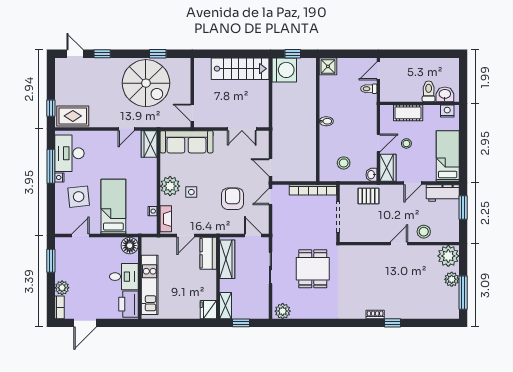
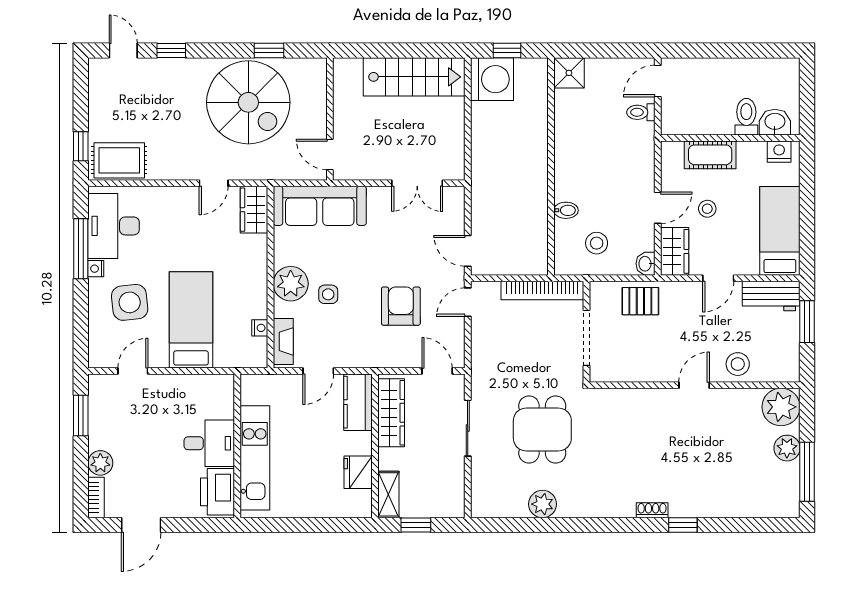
bidet: (326, 121) -> (566, 210), moved
floor lamp: (130, 246) -> (220, 389), removed
fridge: (208, 310) -> (358, 472), moved
plant: (283, 311) -> (543, 504), moved

